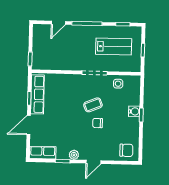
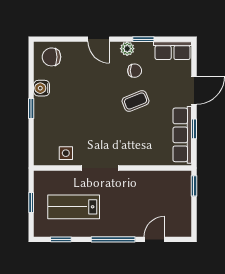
coffee table: (93, 105) -> (136, 101), moved
water cooler: (134, 111) -> (42, 88), moved
chair: (98, 123) -> (135, 71), moved
door: (93, 162) -> (99, 39), swing flipped

